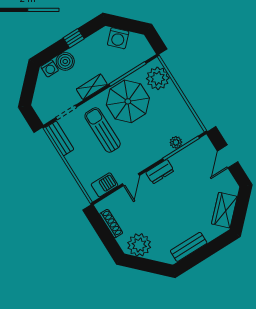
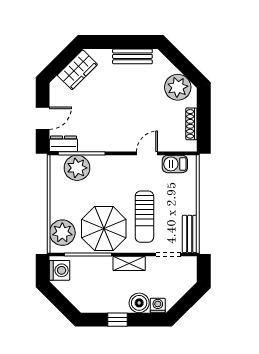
washing machine: (118, 38) -> (60, 270), moved, turned 45
plant: (176, 142) -> (77, 168), width x1.87, depth x1.87
dresser: (160, 172) -> (63, 144), moved

